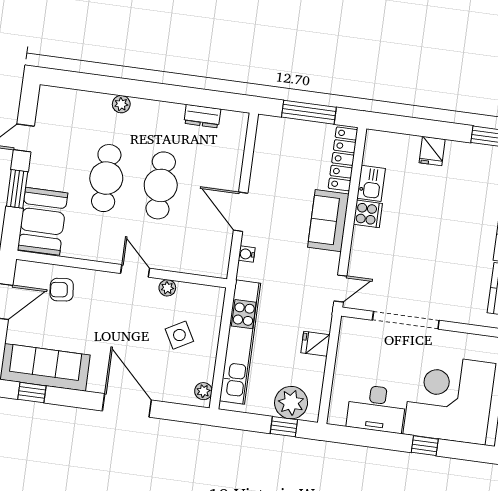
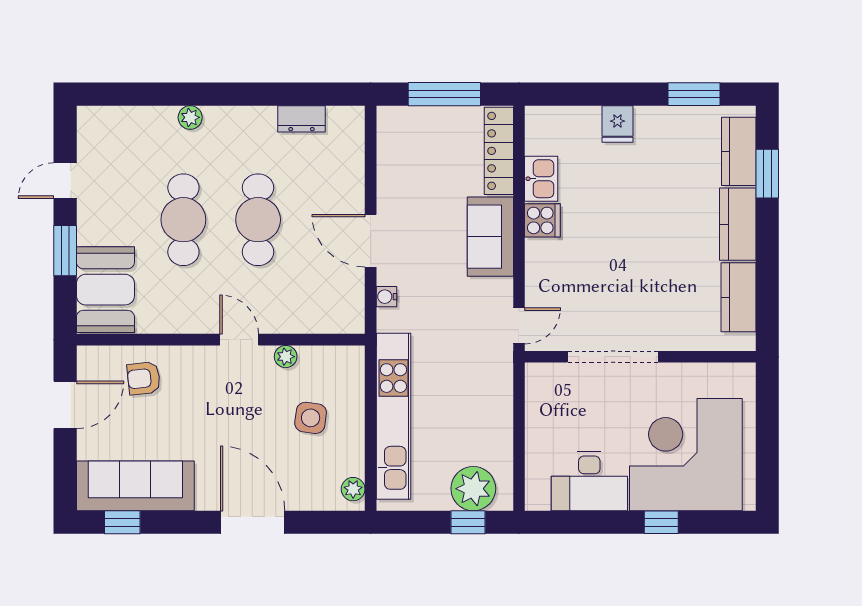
side table: (179, 335) -> (311, 418), turned 37
fridge: (315, 344) -> (495, 405), removed

